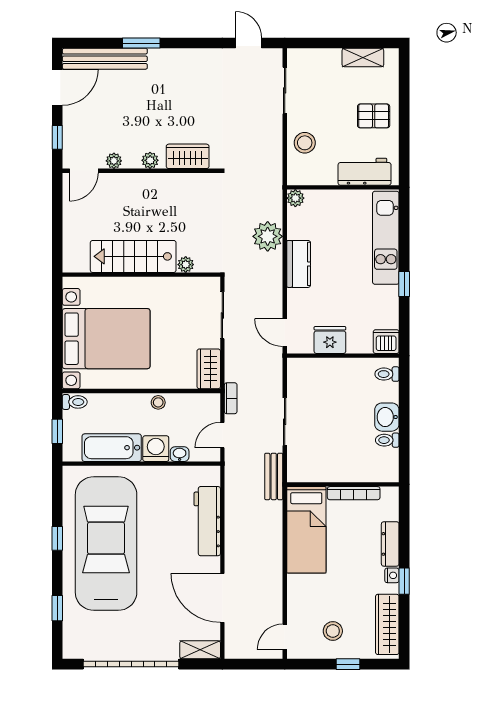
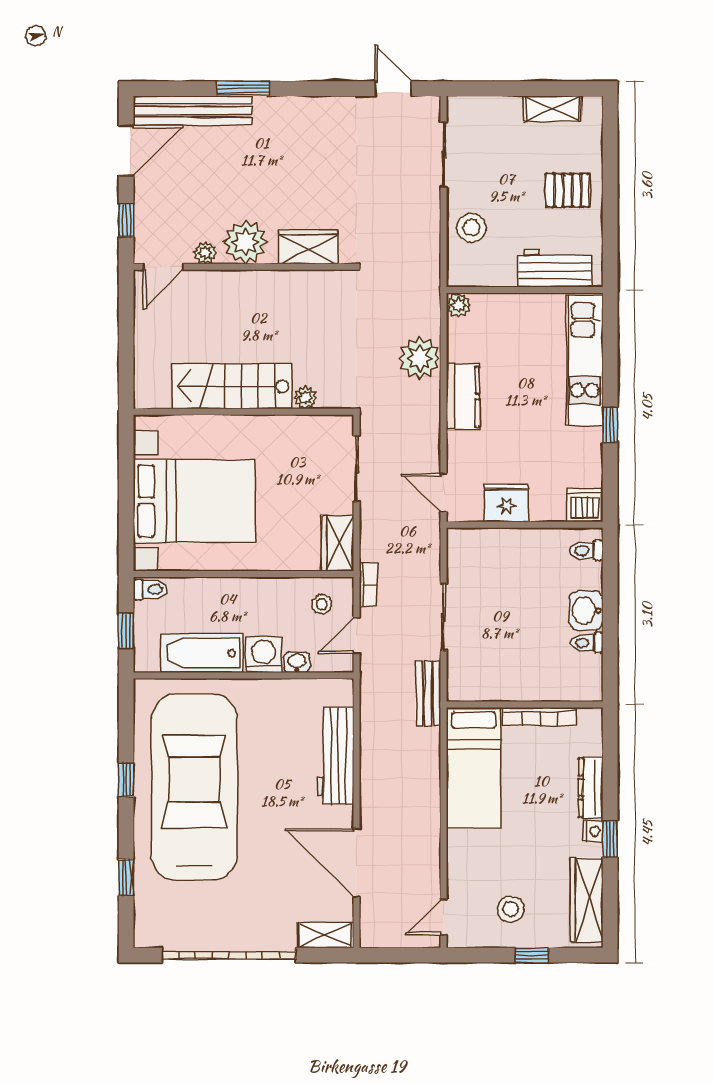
plant: (150, 160) -> (245, 242), width x1.88, depth x1.88
stool: (158, 402) -> (322, 604), moved

